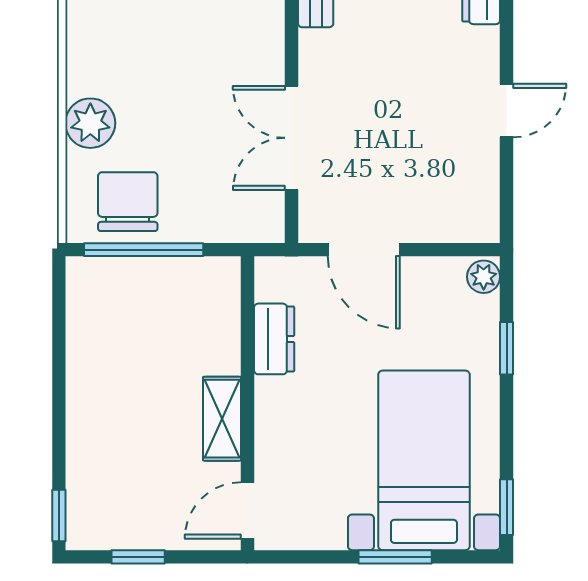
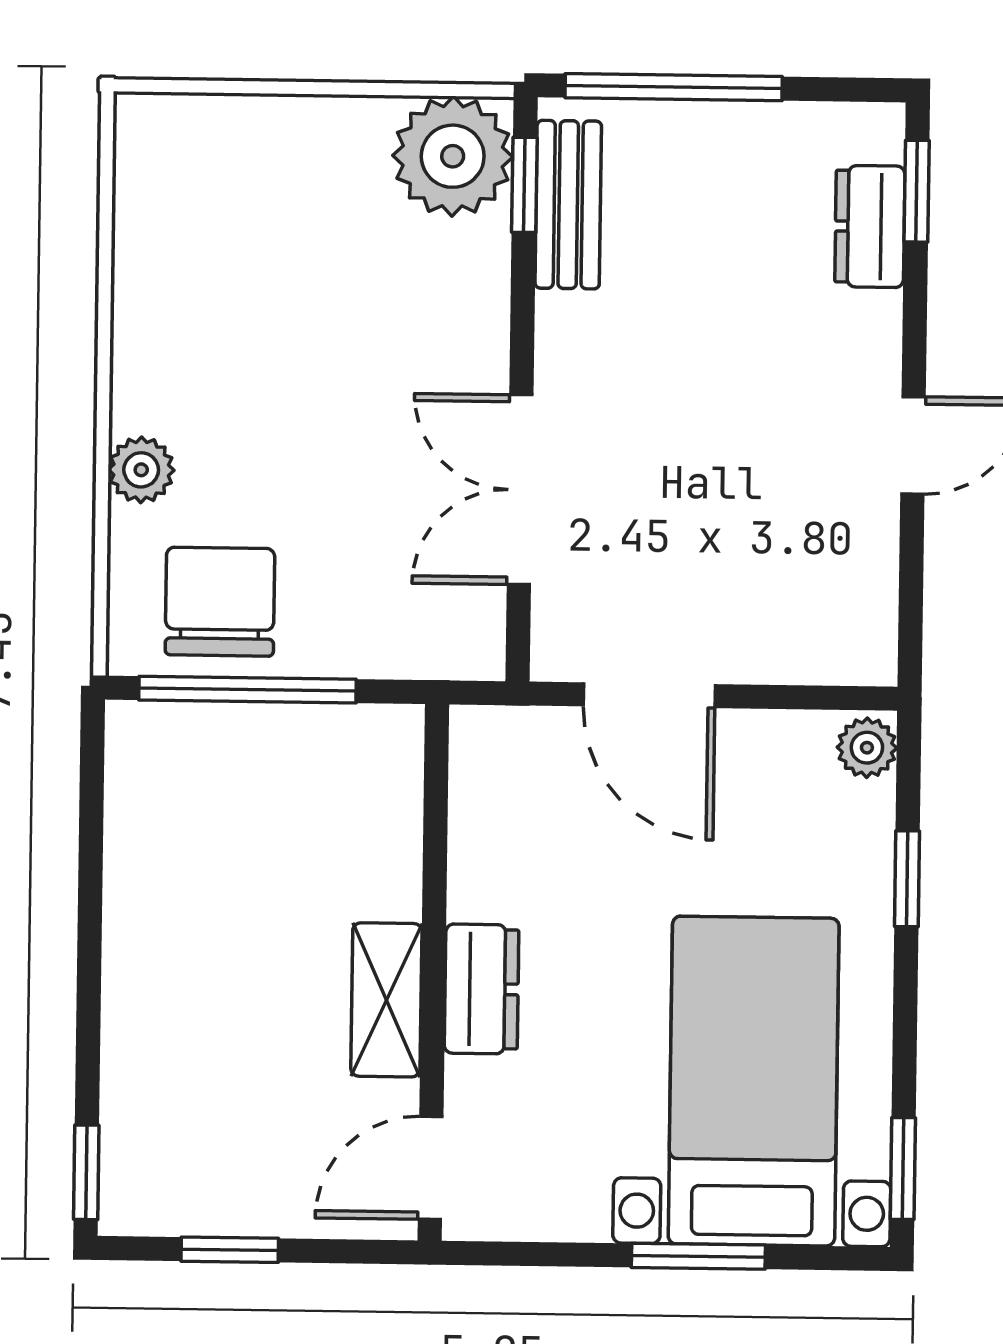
plant: (90, 123) -> (141, 470), width x0.73, depth x0.73
dresser: (274, 339) -> (482, 989), moved

